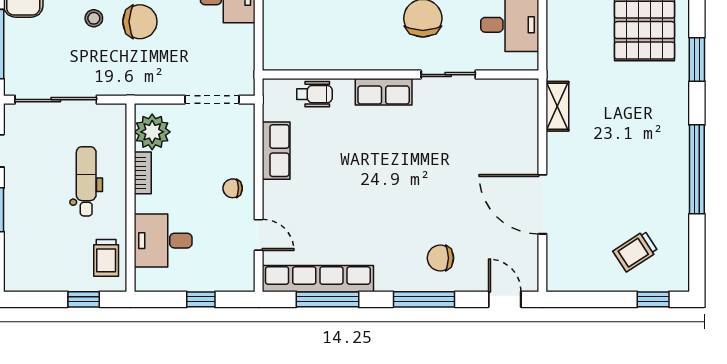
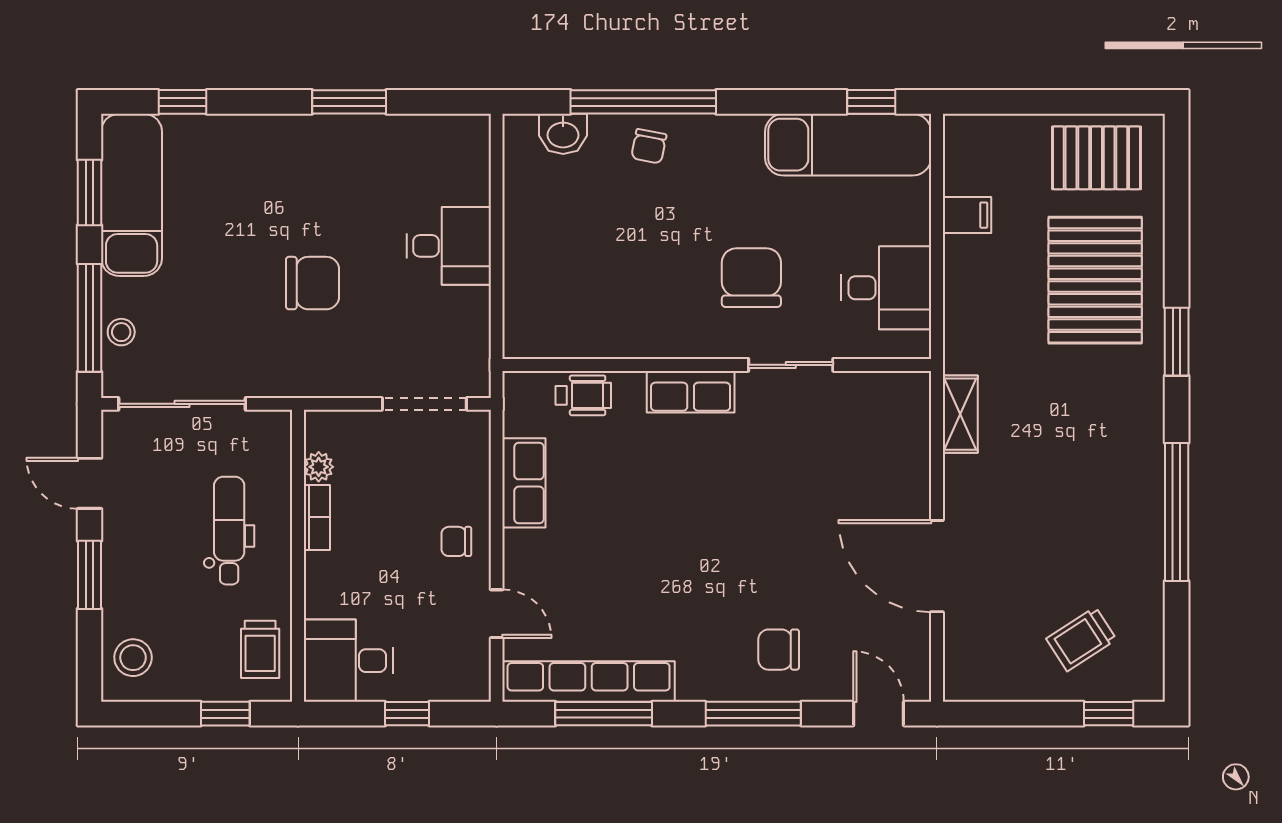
stool: (94, 18) -> (121, 332), moved
plant: (152, 132) -> (319, 467), width x0.53, depth x0.53
desk: (163, 241) -> (348, 661), moved
stool: (24, 263) -> (133, 658), added

